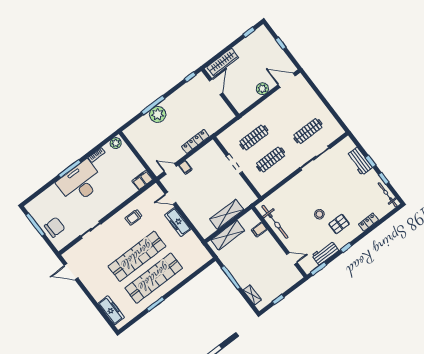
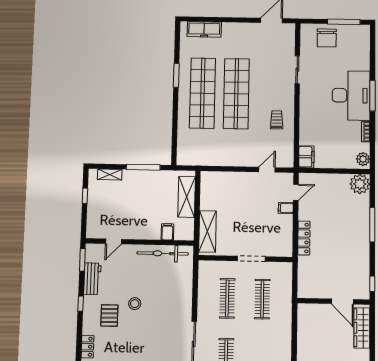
plant: (262, 89) -> (304, 347), removed
plant: (158, 114) -> (360, 184), moved
shelving: (227, 214) -> (207, 231), moved
freezer: (178, 222) -> (238, 159), removed

